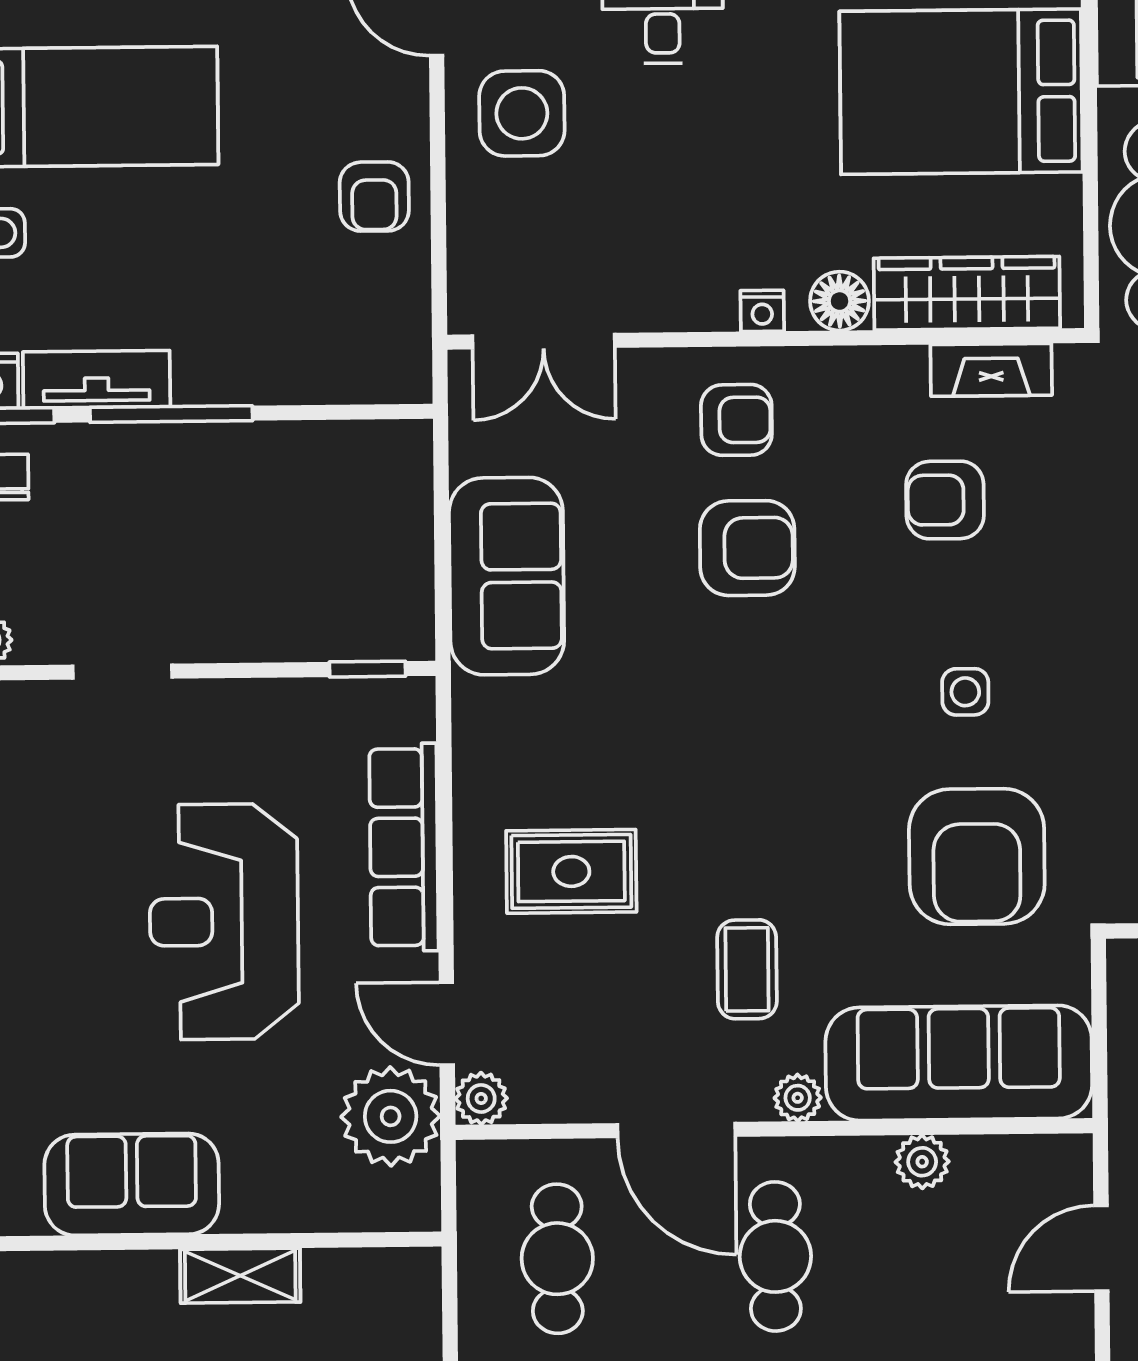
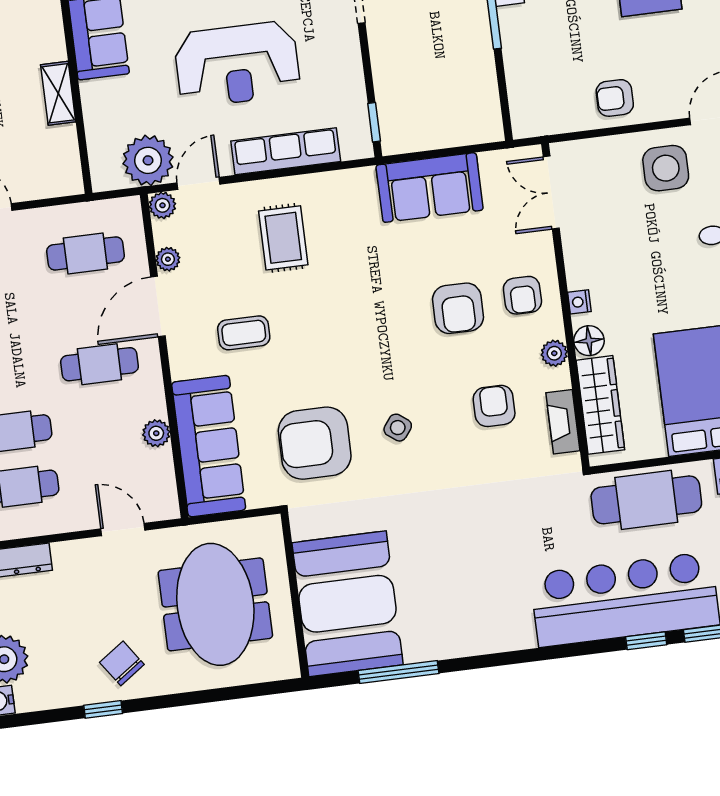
plant: (856, 371) -> (554, 353), added
side table: (965, 692) -> (398, 428), turned 37
reception desk: (224, 922) -> (237, 64), turned 180
plant: (798, 1098) -> (168, 259), moved

